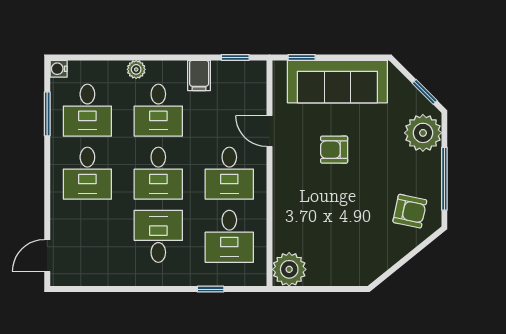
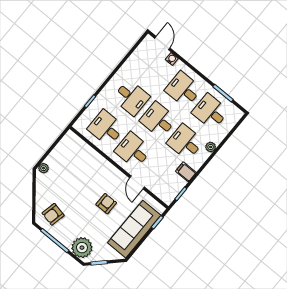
water cooler: (59, 69) -> (172, 59), moved
door: (269, 131) -> (137, 182), swing flipped
plant: (289, 269) -> (44, 168), moved, width x0.53, depth x0.53

